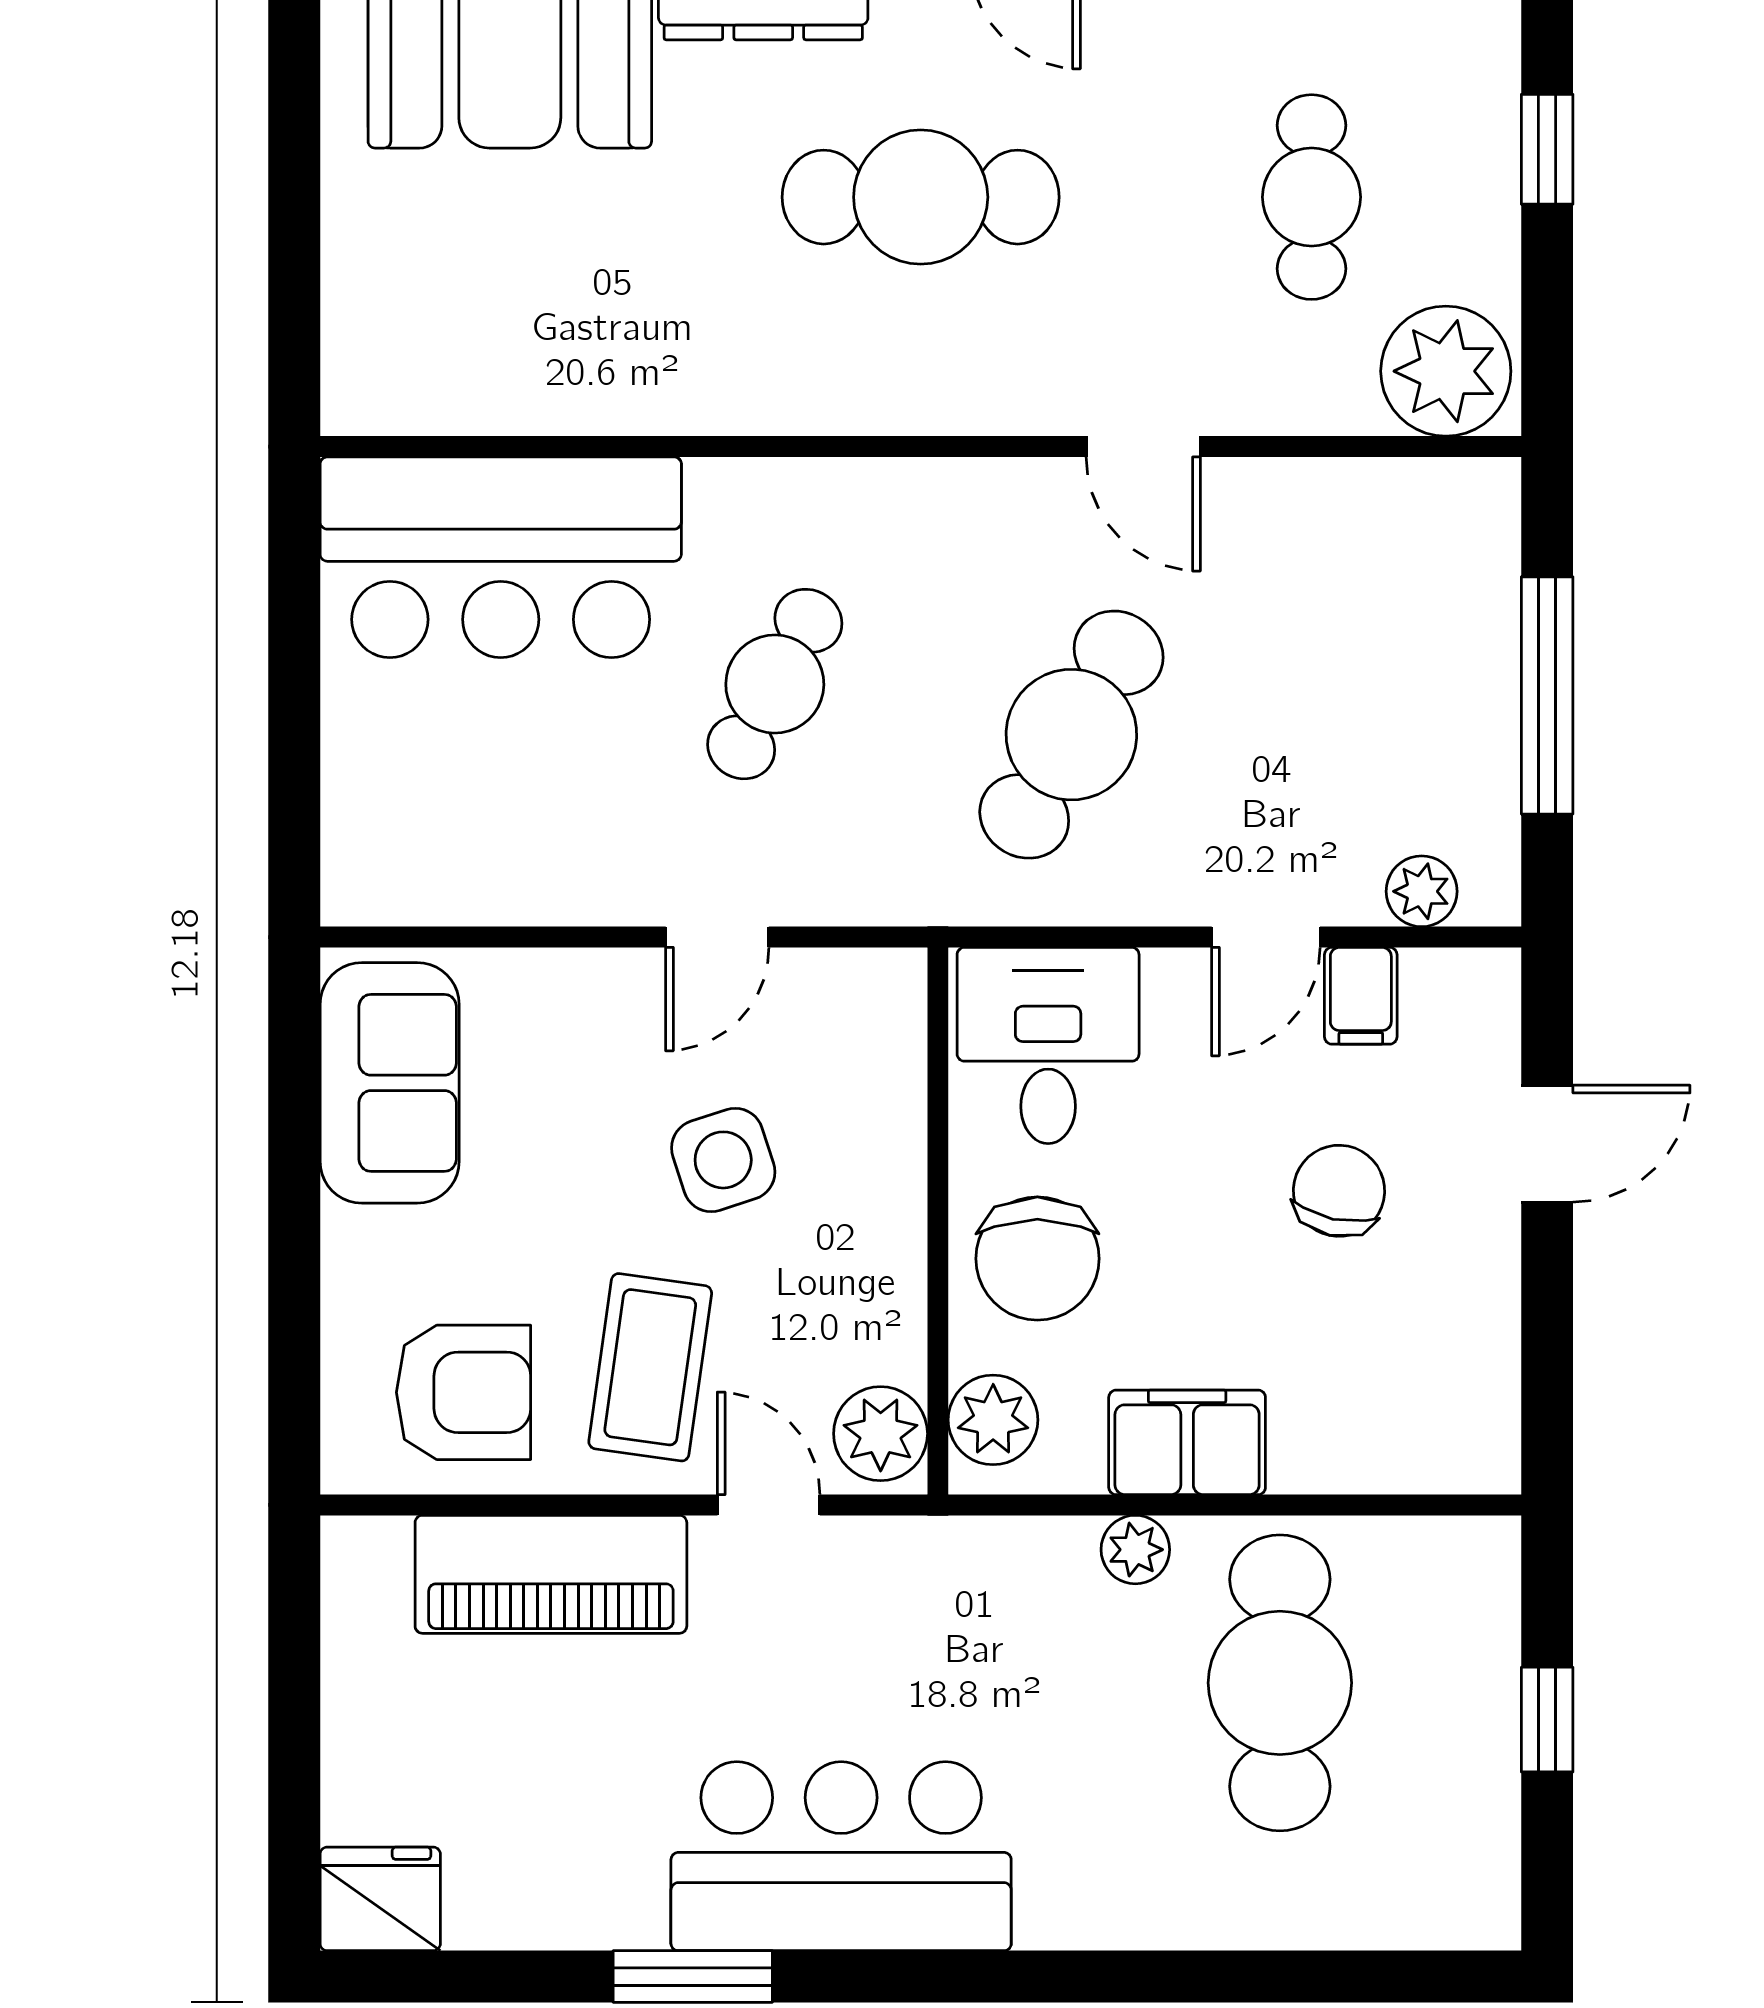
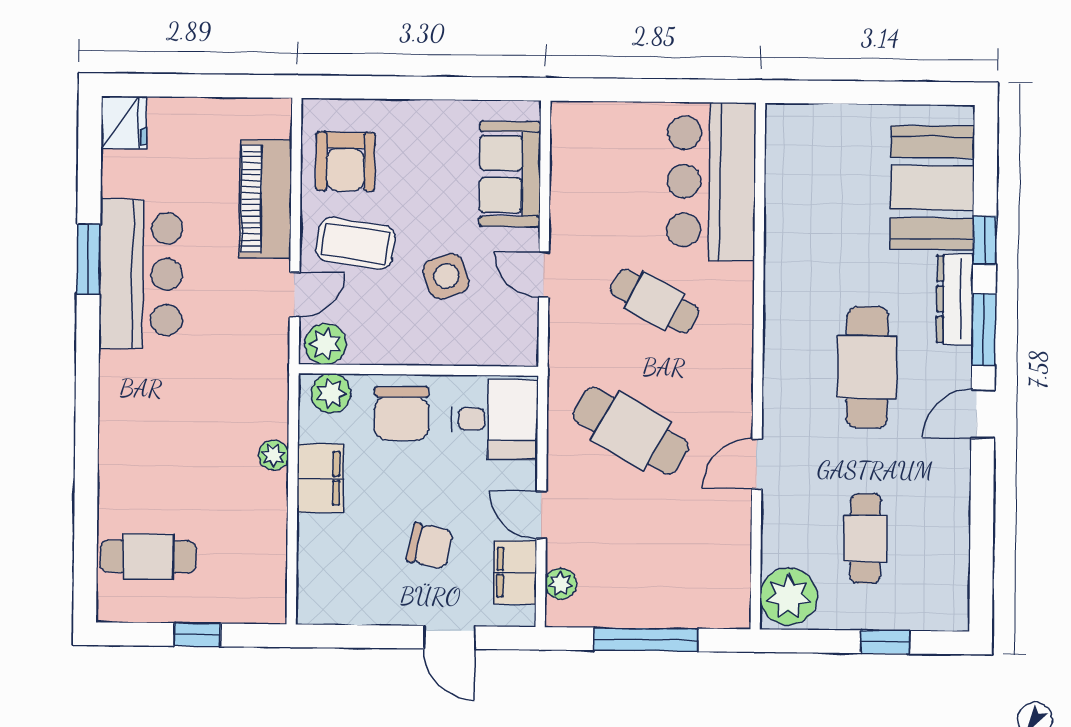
cafe table: (1312, 197) -> (865, 538), turned 90
filing cabinet: (1361, 996) -> (515, 572), width x2.00
sofa: (390, 1083) -> (510, 174), moved, turned 90
chair: (1037, 1259) -> (401, 414), turned -90
cafe table: (1280, 1683) -> (148, 557), moved, width x0.73, depth x0.74
bar counter: (841, 1856) -> (141, 274), moved

